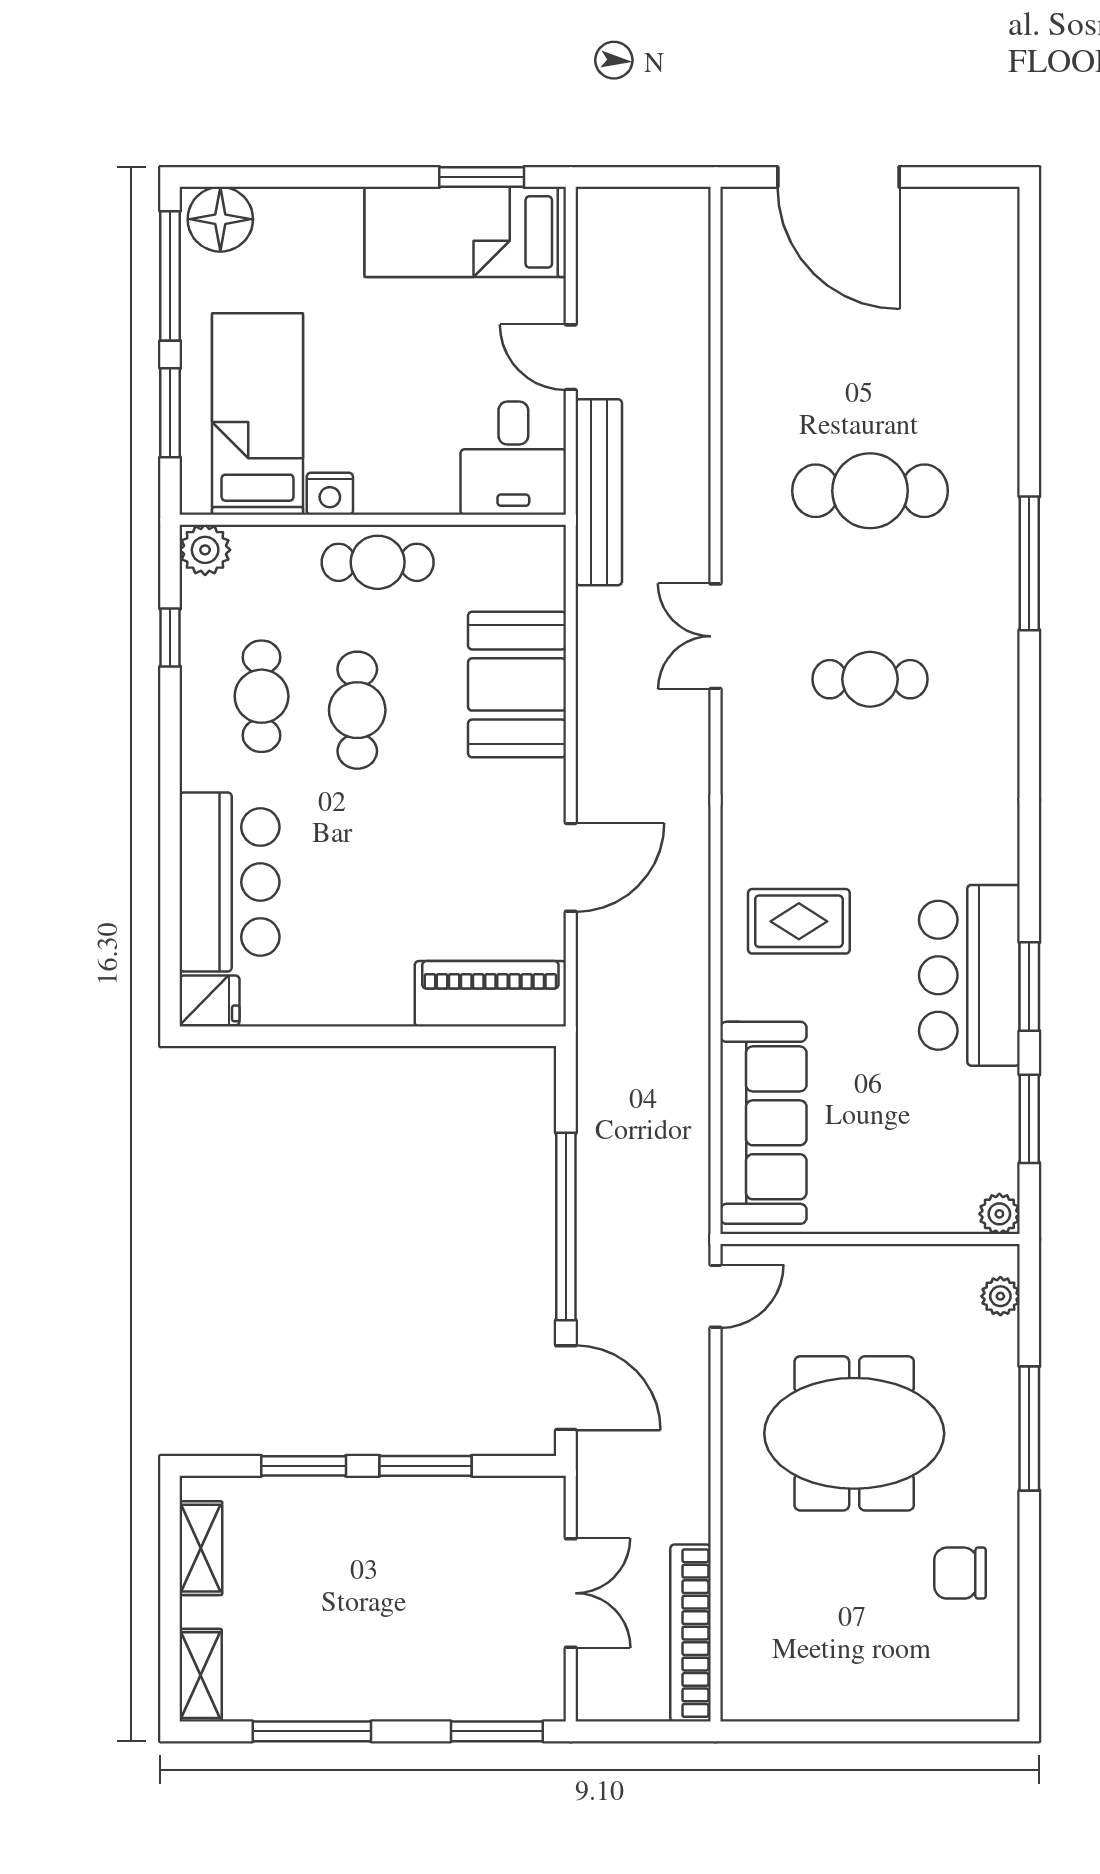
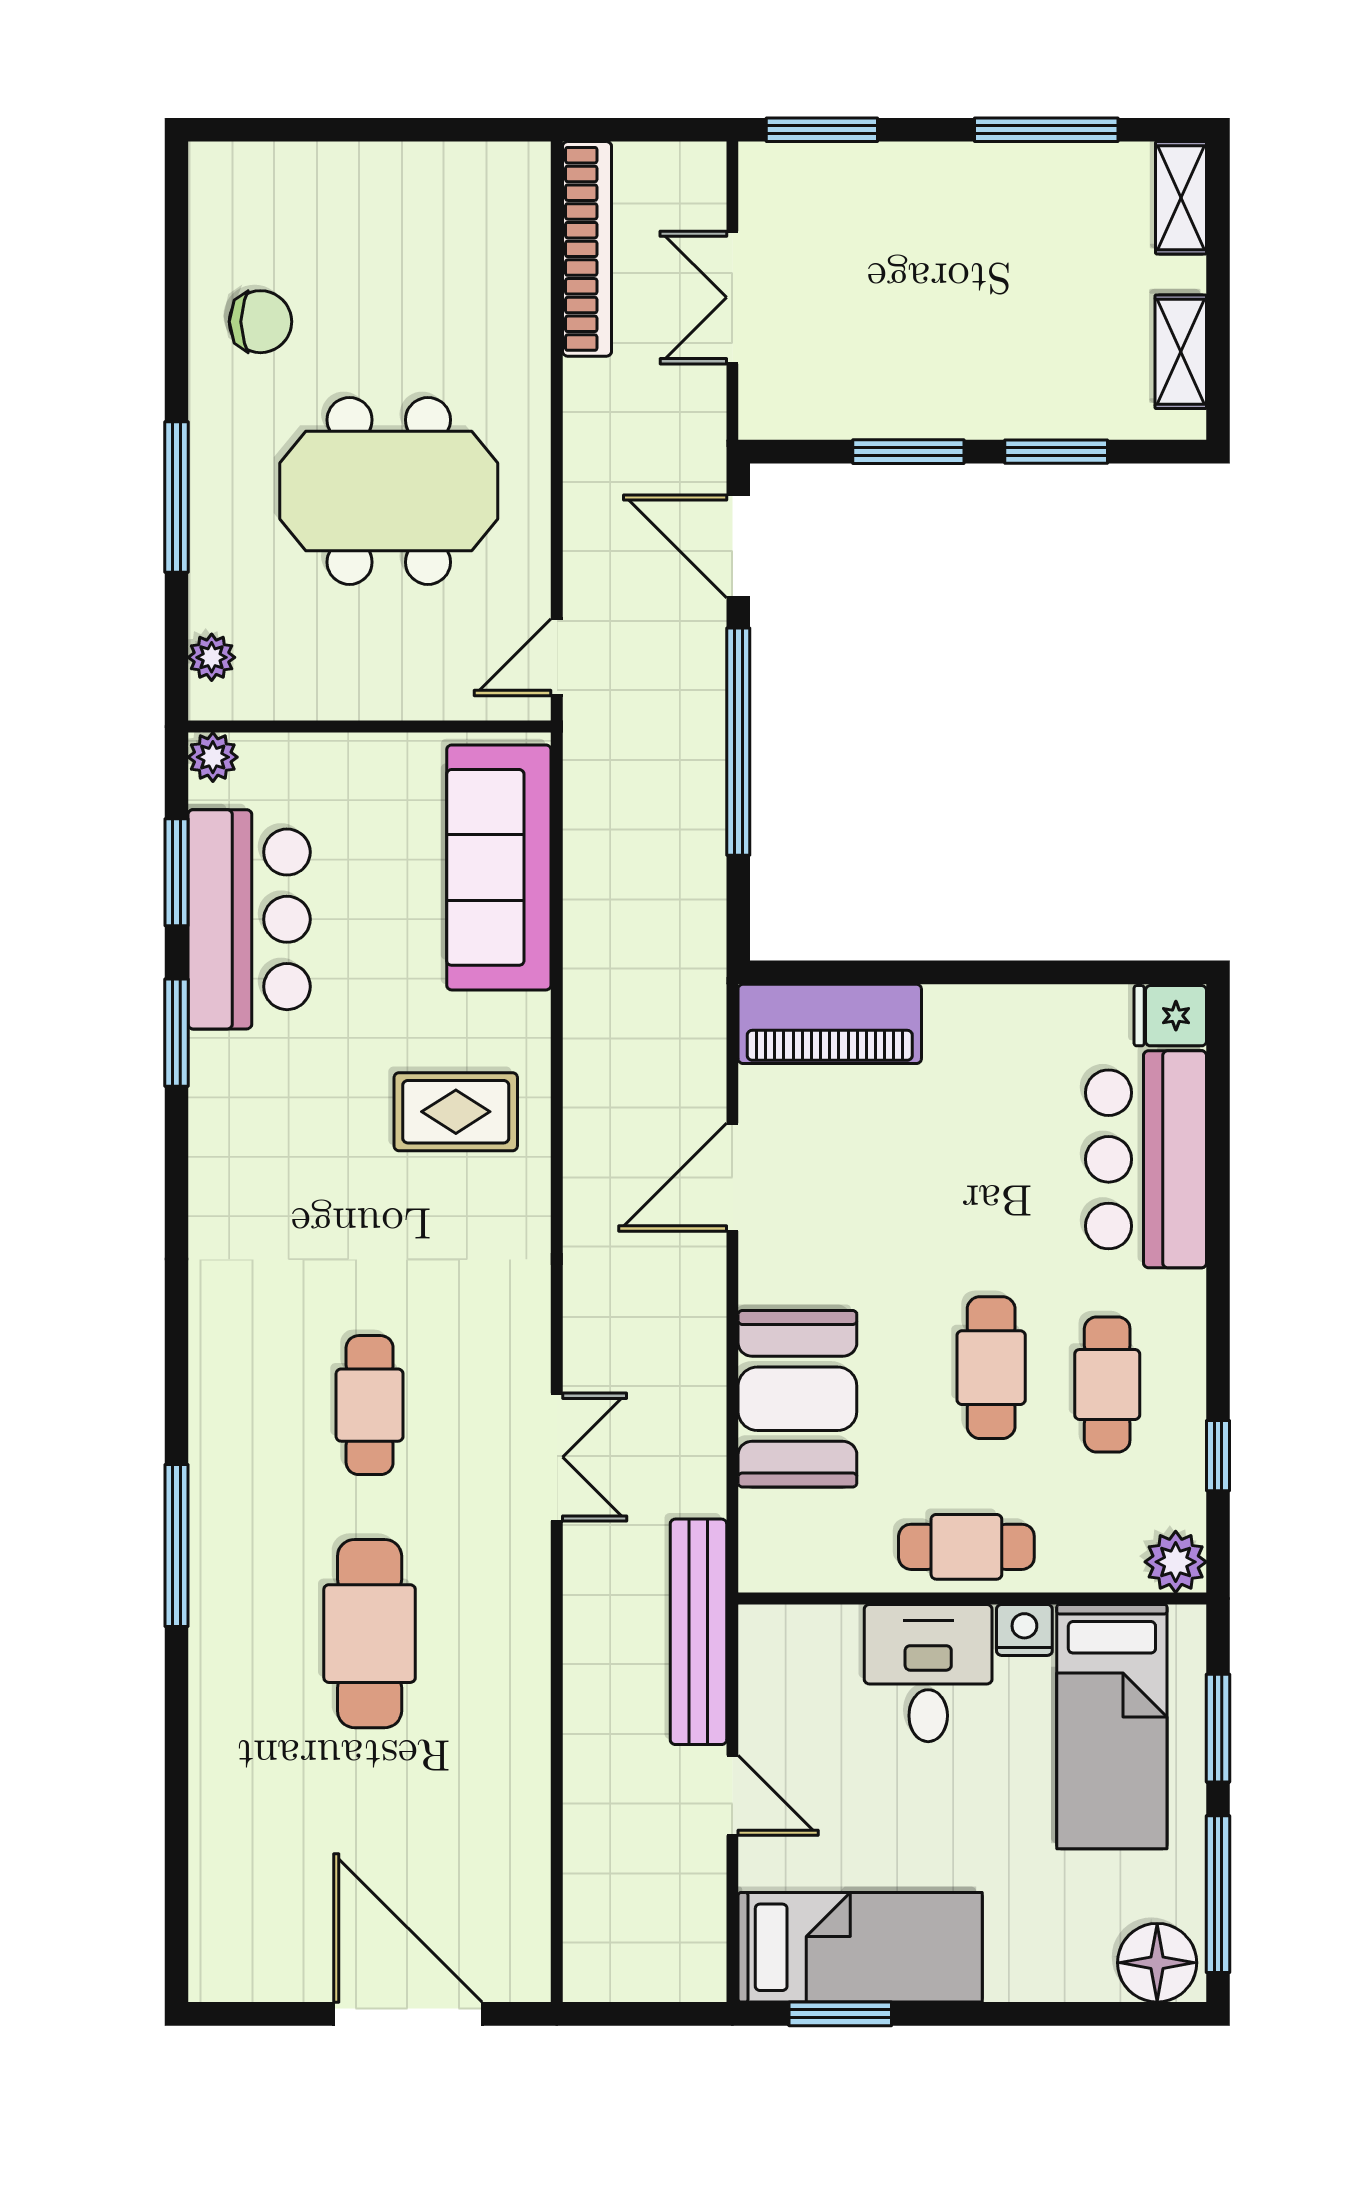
desk: (513, 458) -> (928, 1673), moved
cafe table: (870, 491) -> (370, 1634), turned 90
cafe table: (870, 679) -> (370, 1405), turned 90
bar counter: (969, 975) -> (249, 919), moved

